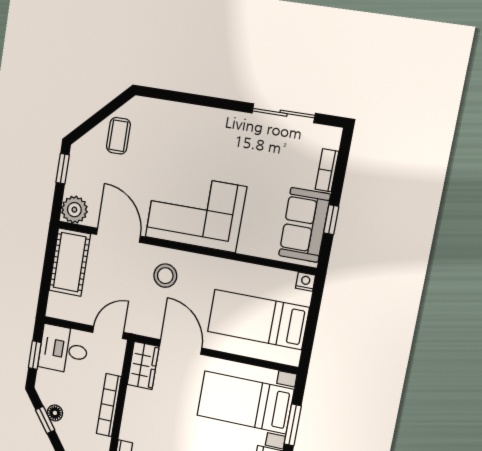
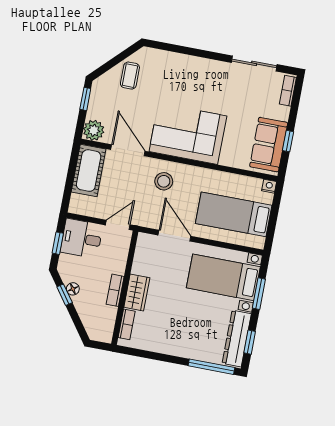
bookcase: (327, 170) -> (288, 91), moved
wardrobe: (143, 365) -> (137, 292), moved
bookcase: (109, 405) -> (115, 290), width x0.64

